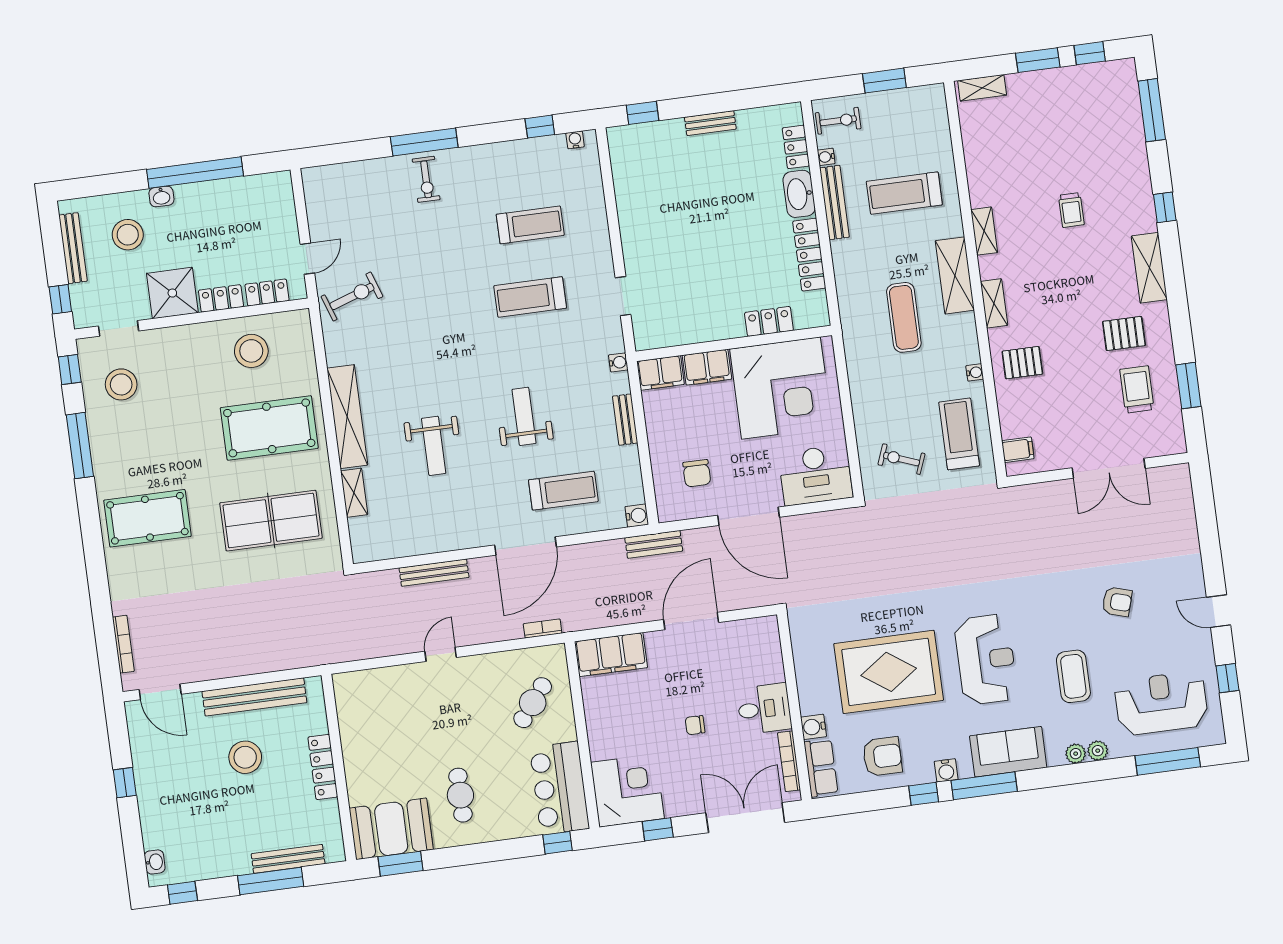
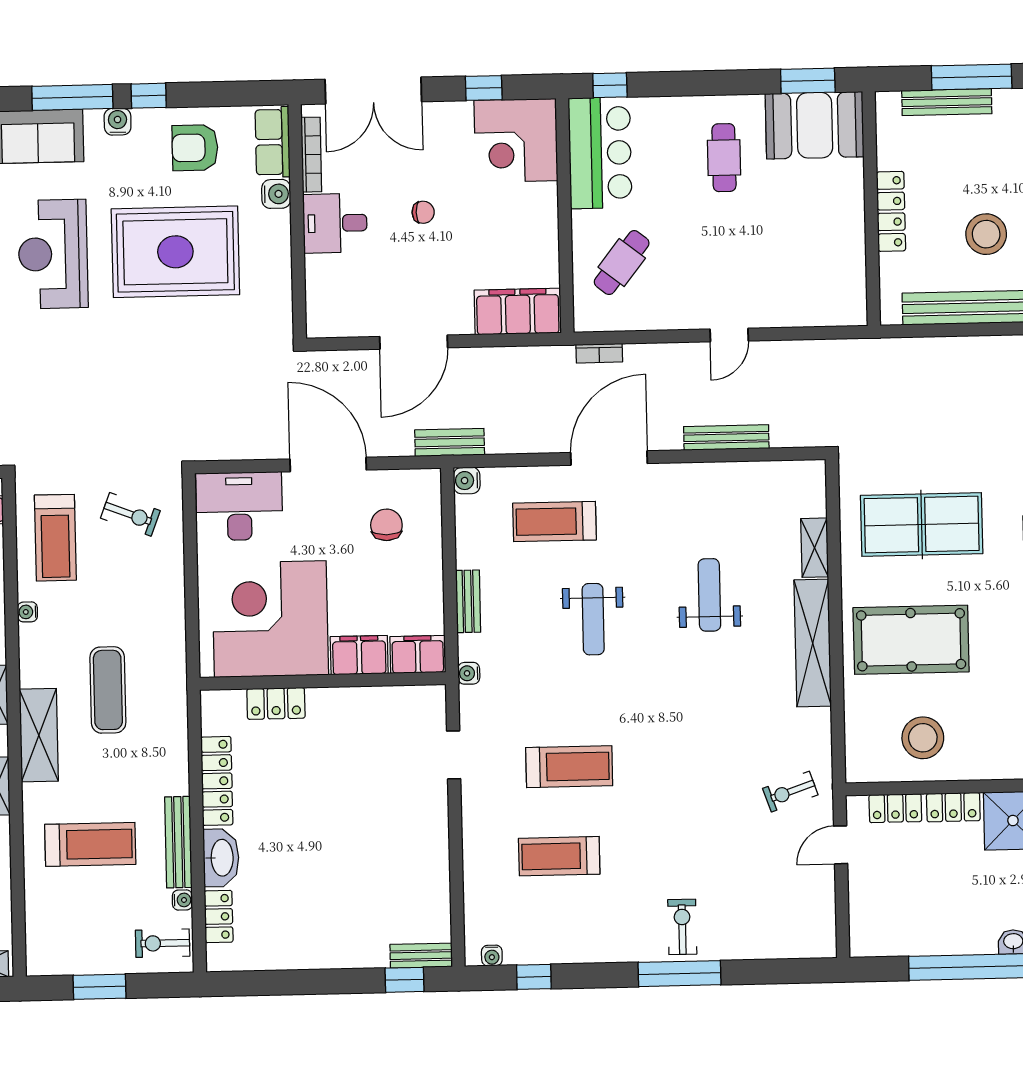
bench: (710, 123) -> (421, 956), moved
exercise bike: (352, 297) -> (790, 792), width x0.73, depth x0.72

